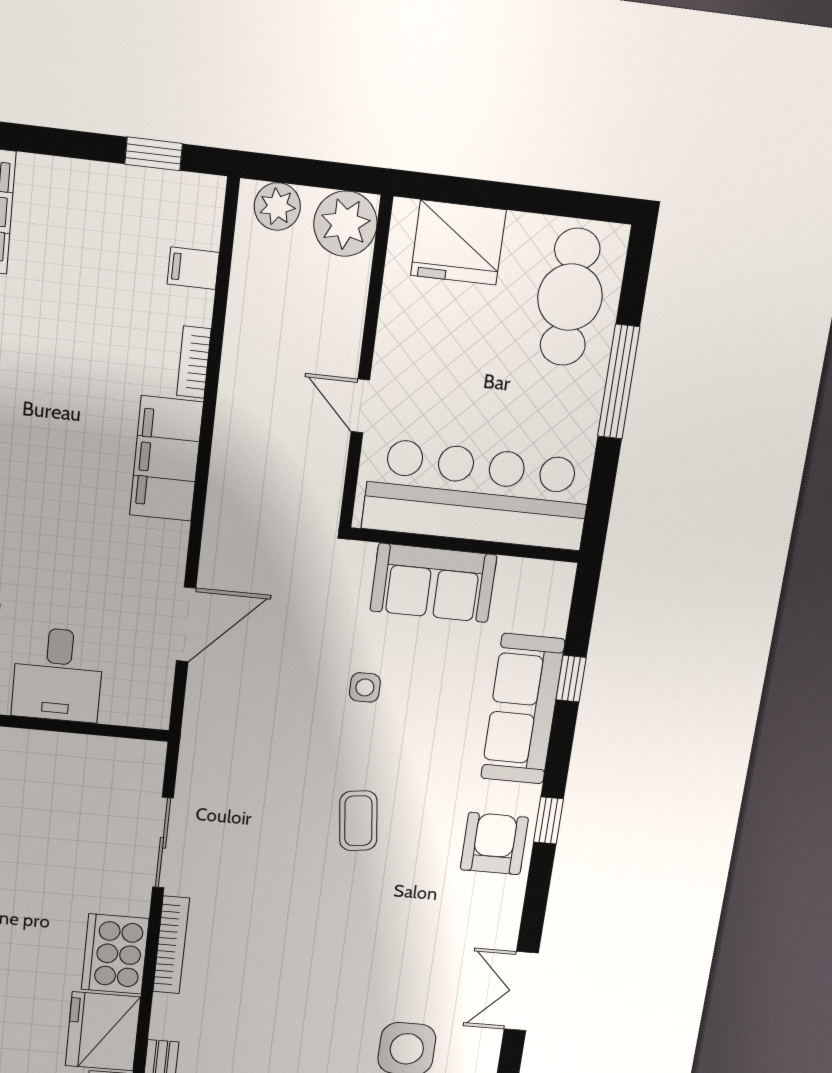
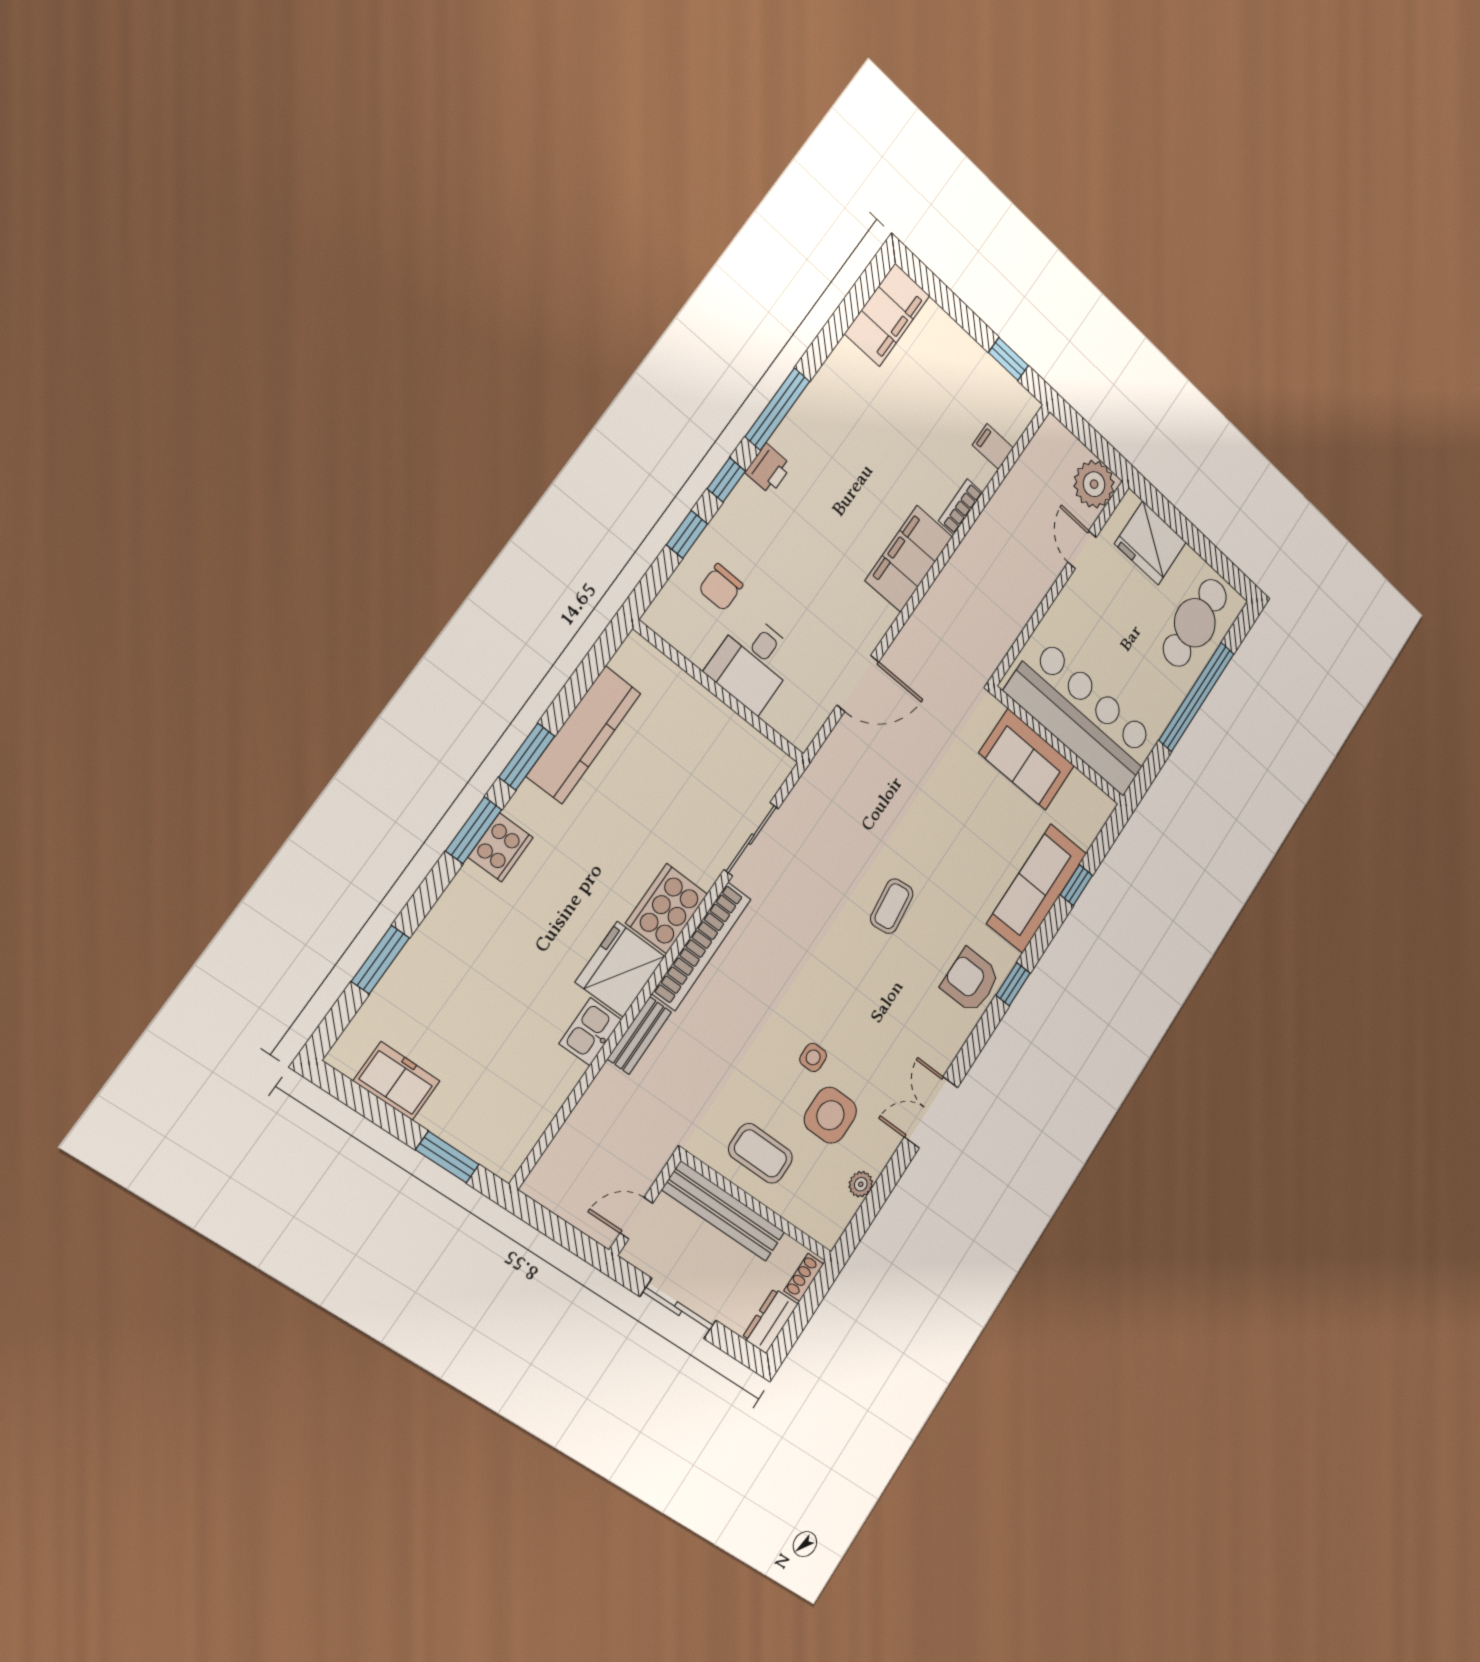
plant: (277, 207) -> (1061, 445), removed
window: (619, 382) -> (1197, 697), width x1.46
door: (360, 406) -> (1082, 550), moved
side table: (365, 687) -> (813, 1057), moved
armchair: (494, 844) -> (971, 980), turned -90
bookcase: (171, 945) -> (702, 946), width x1.48, depth x1.31

